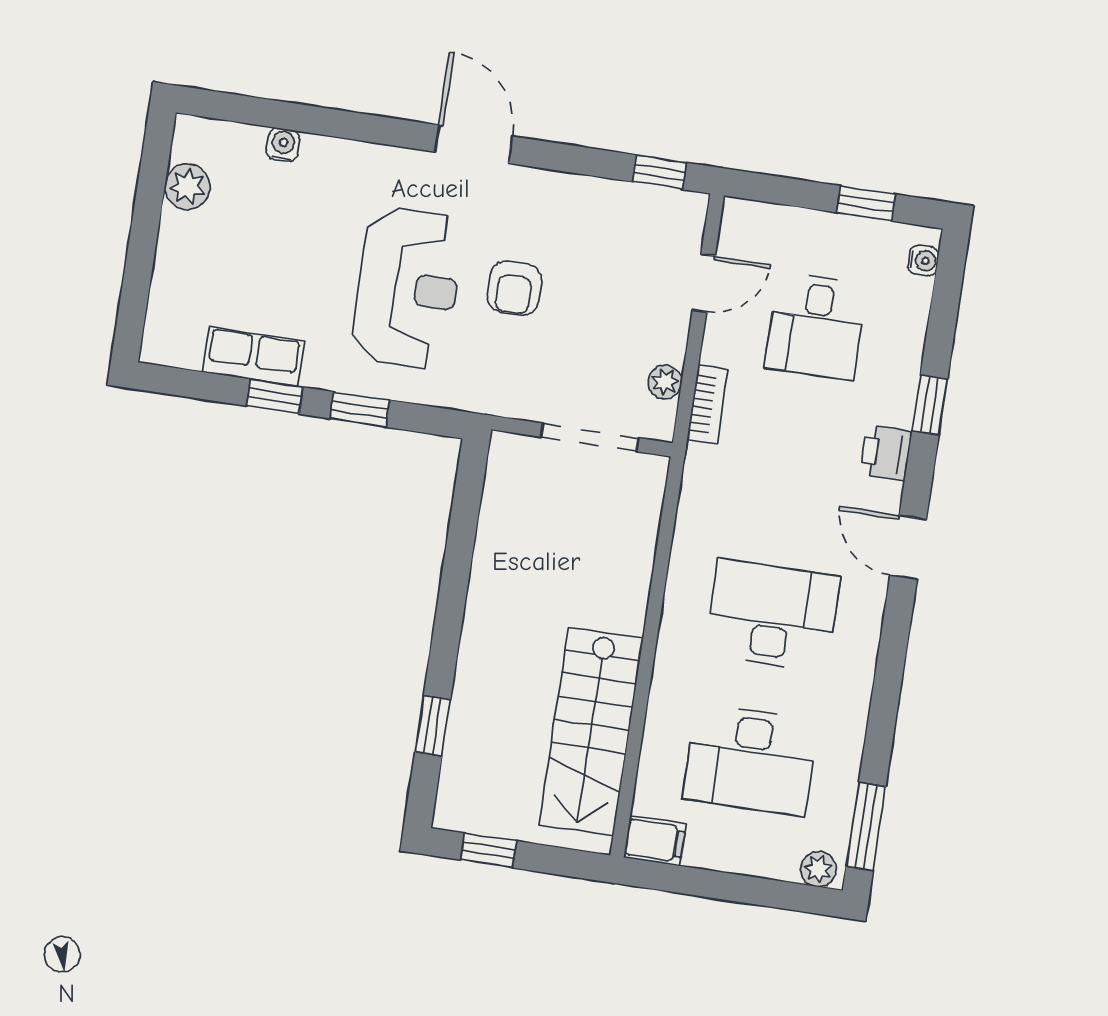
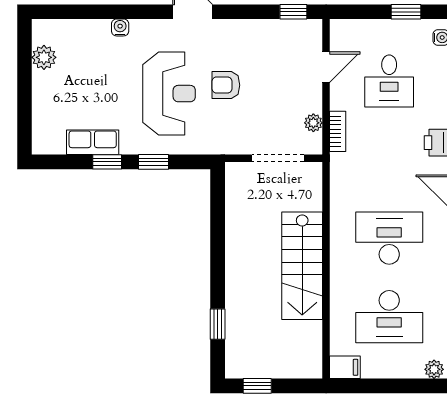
water cooler: (283, 145) -> (120, 27), moved
armchair: (514, 288) -> (226, 85), turned 90
stairs: (591, 731) -> (302, 266), moved

